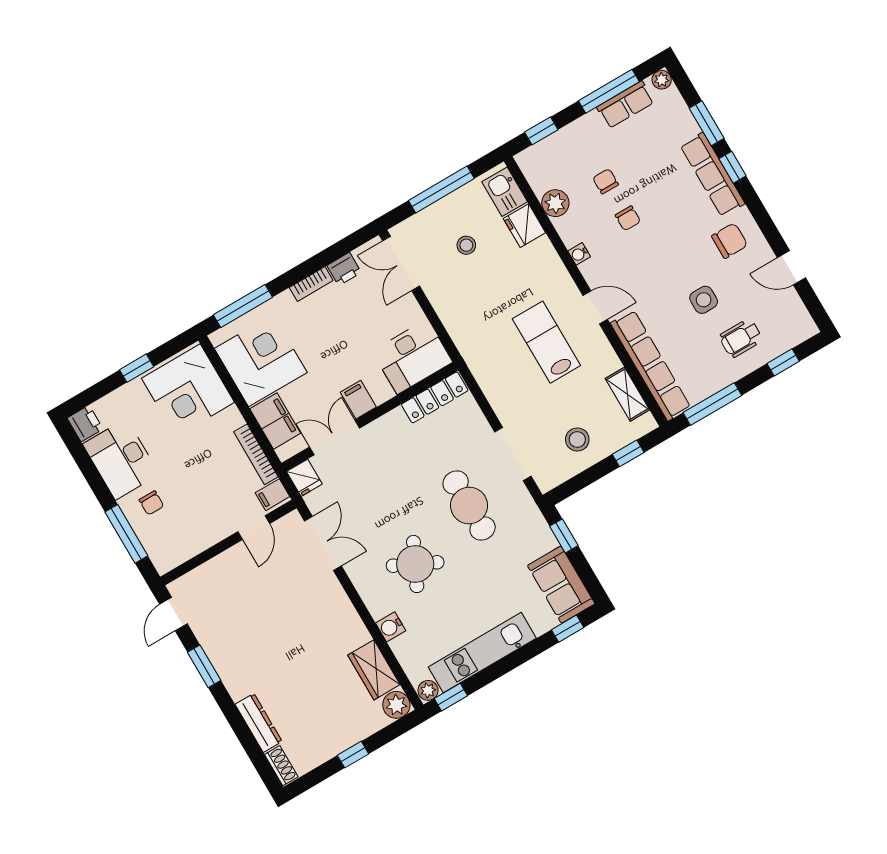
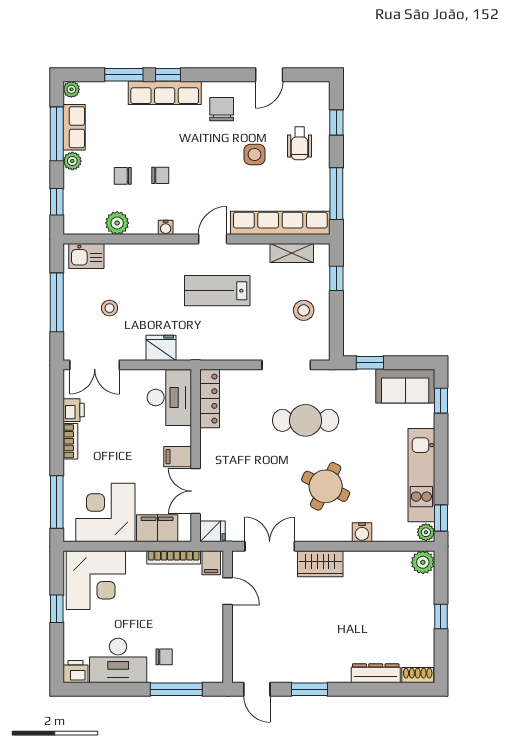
plant: (591, 122) -> (72, 161), added
fridge: (524, 226) -> (161, 348), moved, turned 180
wardrobe: (374, 670) -> (320, 564), moved

